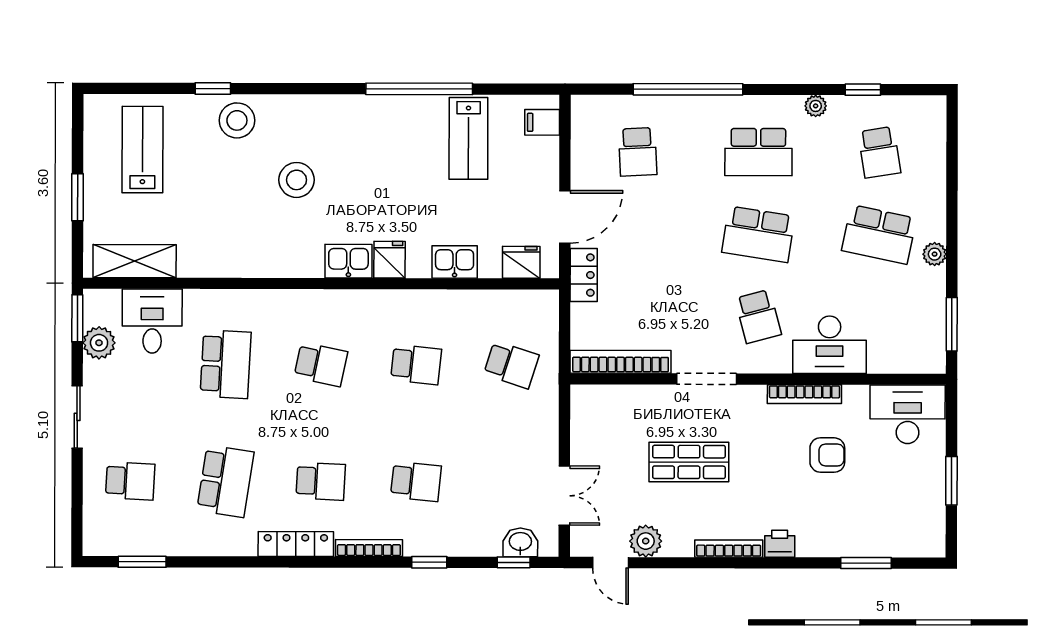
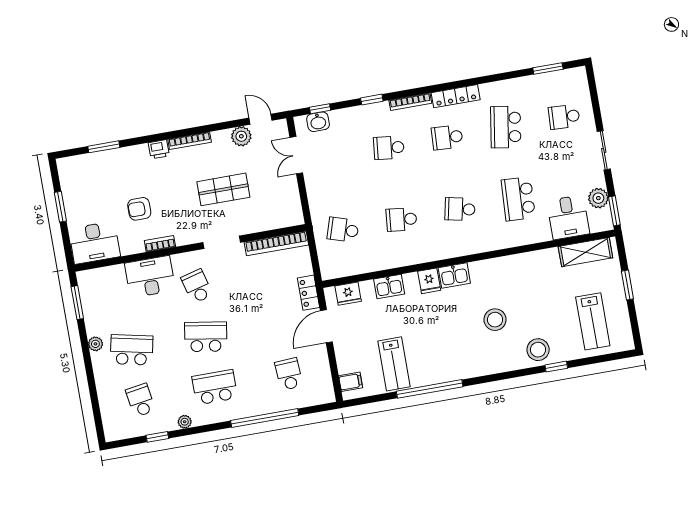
lab bench: (468, 138) -> (394, 364), turned 180
bookcase: (804, 394) -> (160, 244), width x0.64

